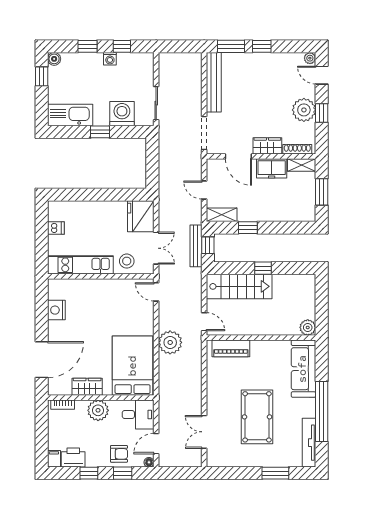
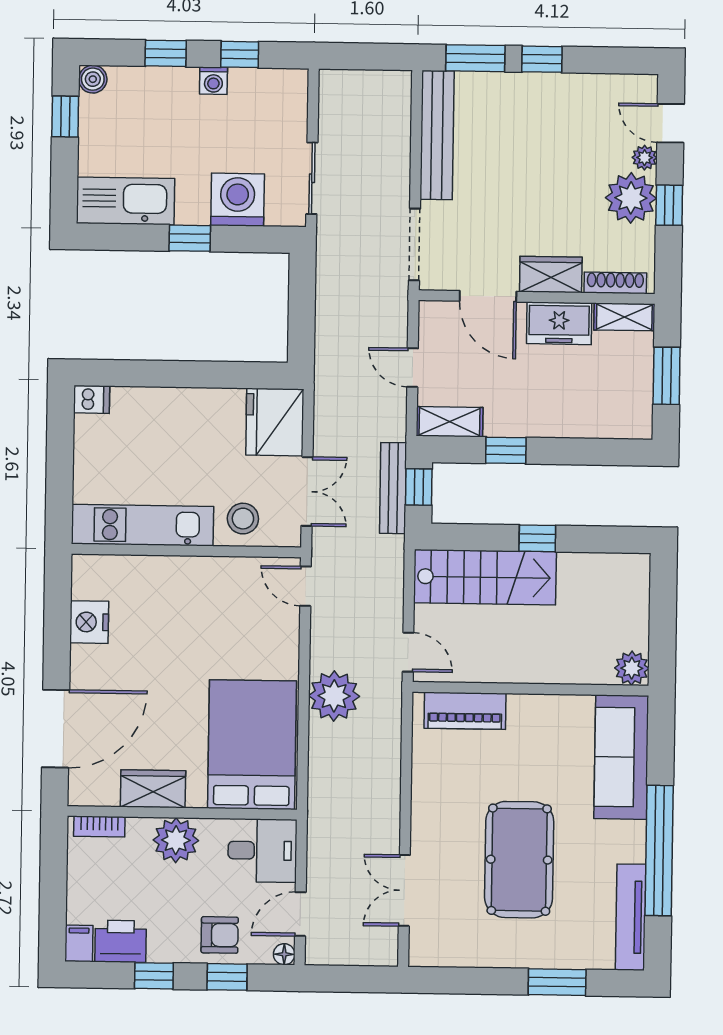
plant: (310, 58) -> (645, 158), moved
dishwasher: (56, 228) -> (92, 399), moved

